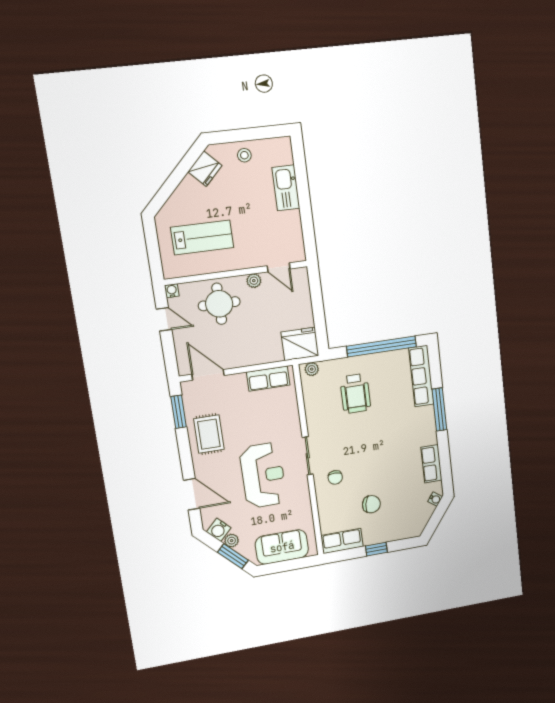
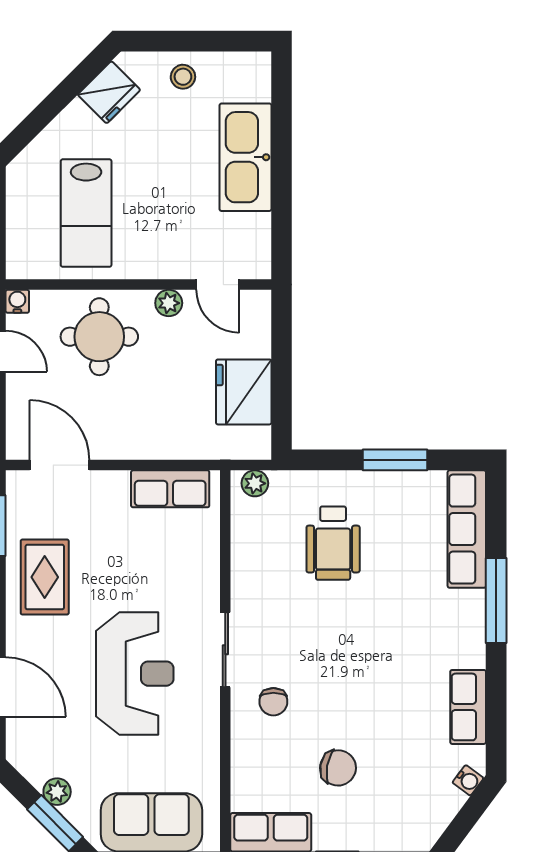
kitchen sink: (286, 188) -> (245, 157), width x1.36, depth x1.24
lab bench: (202, 237) -> (86, 213), turned 90
fridge: (300, 344) -> (244, 392), moved, turned -90
window: (382, 346) -> (395, 460), width x0.47
water cooler: (219, 530) -> (36, 766), removed

